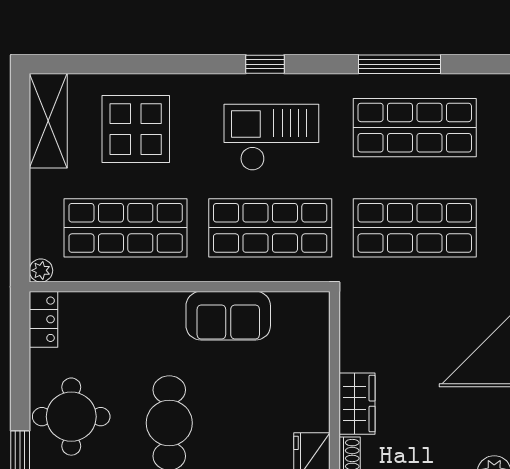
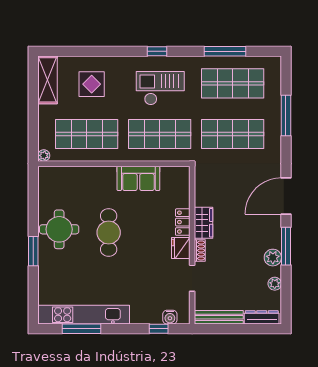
display table: (136, 129) -> (92, 84), width x0.73, depth x0.73
locker: (43, 319) -> (183, 222), moved, turned 180

